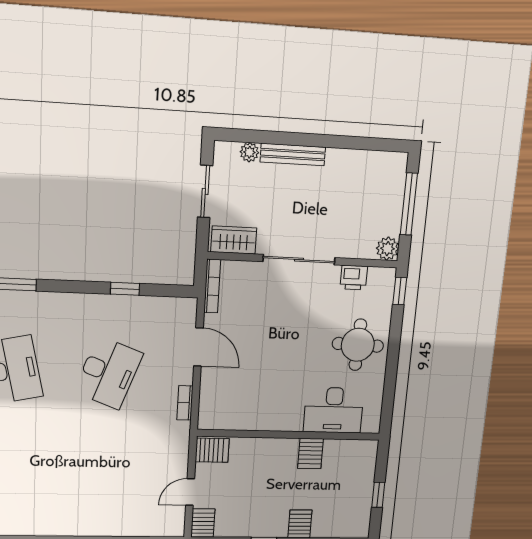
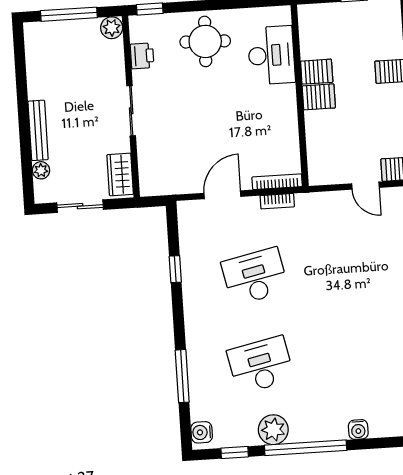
sliding door: (299, 260) -> (131, 111), width x0.73
bookcase: (212, 286) -> (277, 182), moved
desk: (108, 373) -> (255, 276), turned -33
server rack: (212, 450) -> (319, 97), moved, turned 90

